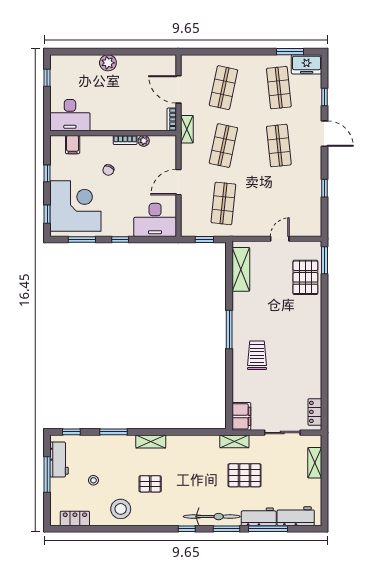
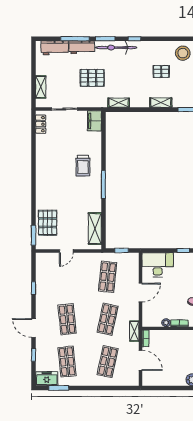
shelving: (234, 441) -> (119, 103), moved

